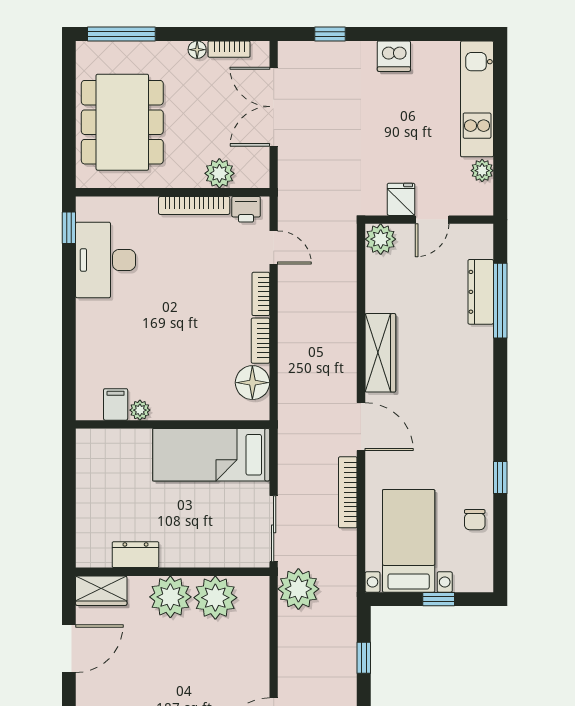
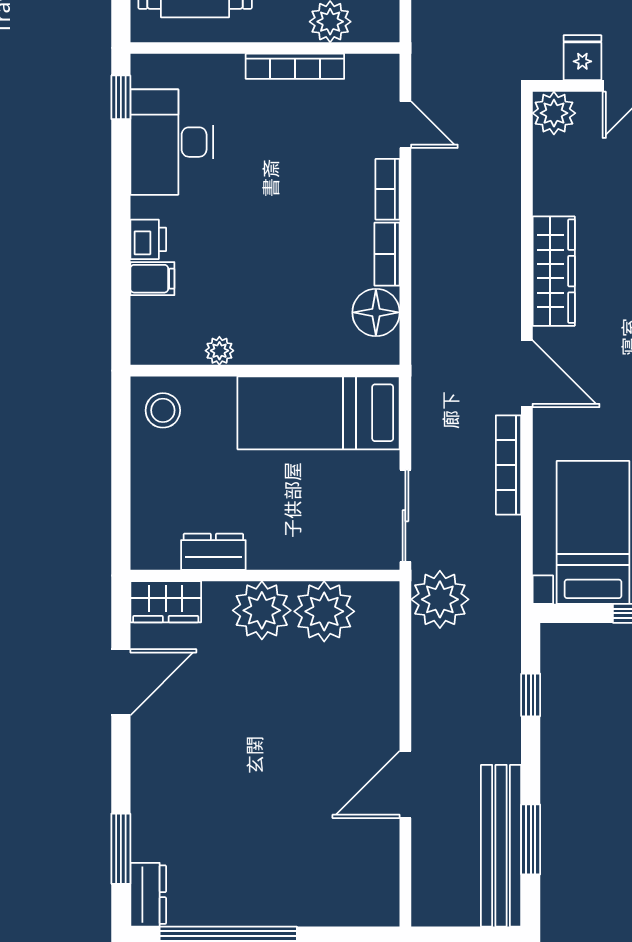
printer: (246, 209) -> (148, 239), moved, turned -90
filing cabinet: (116, 404) -> (152, 279), moved, turned 90
stool: (99, 453) -> (163, 410), added

